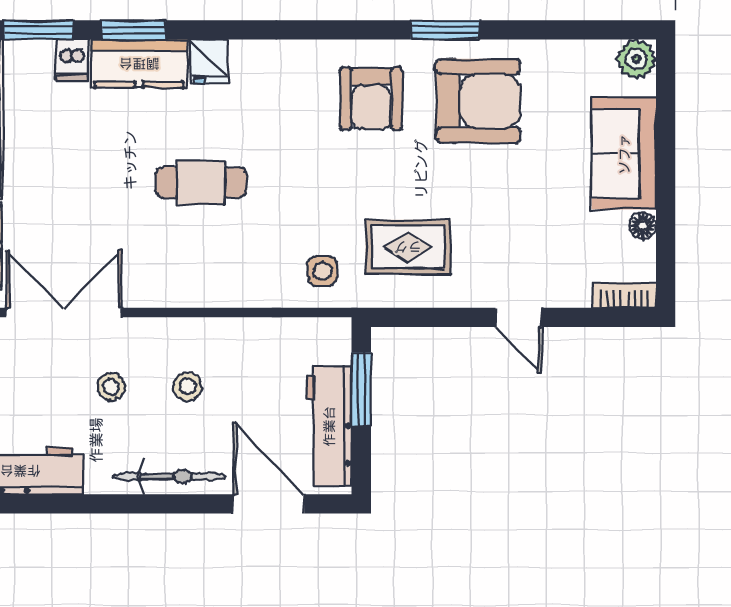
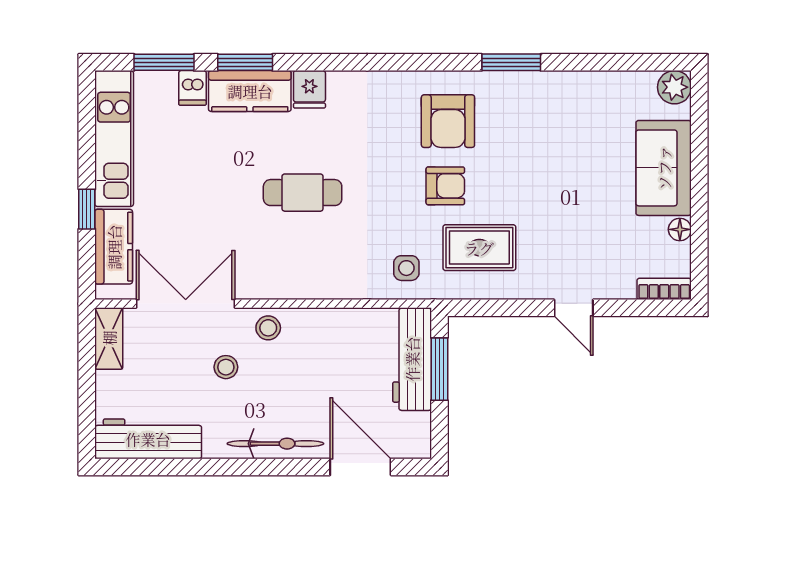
armchair: (478, 101) -> (445, 186), moved, width x0.53, depth x0.53
stool: (187, 386) -> (268, 328), moved
workbench: (329, 426) -> (412, 359), moved

